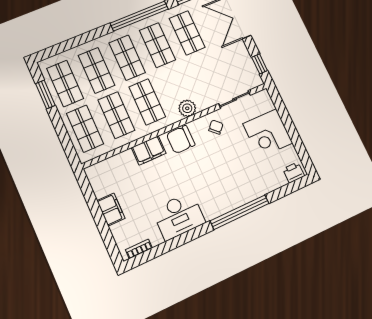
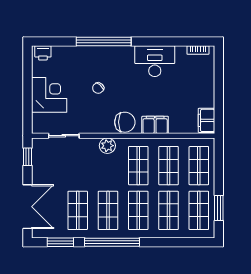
chair: (216, 127) -> (98, 88), moved
filing cabinet: (111, 209) -> (206, 120), moved

